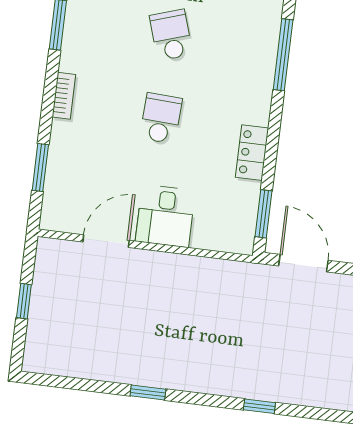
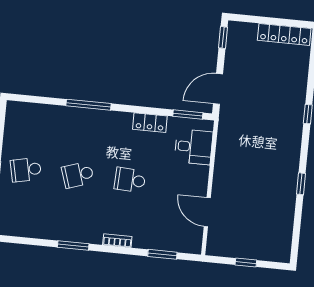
desk: (165, 216) -> (194, 147), moved

